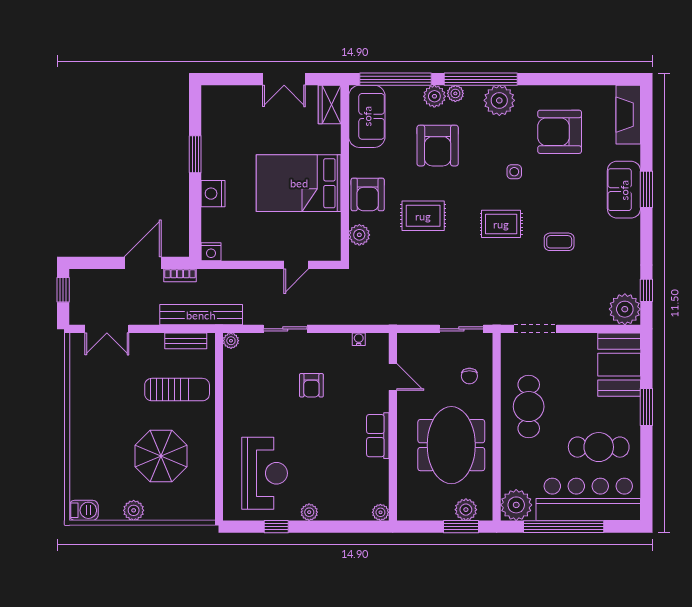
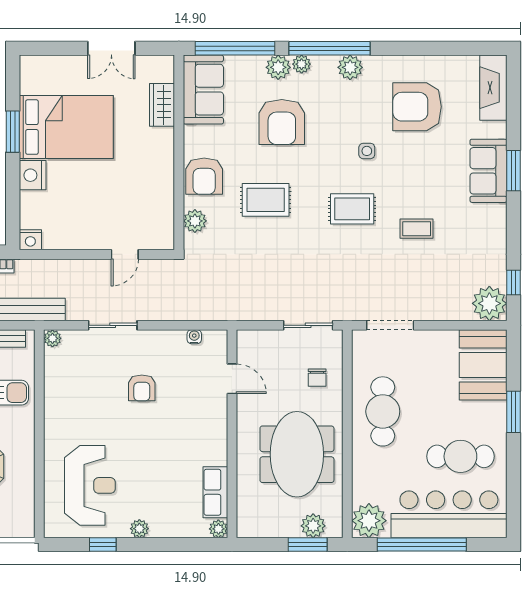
plant: (499, 100) -> (350, 67), width x0.73, depth x0.73
wardrobe: (330, 105) -> (162, 105), moved
bed: (299, 183) -> (66, 127), moved, turned 180
row of seats: (378, 436) -> (215, 492), moved

